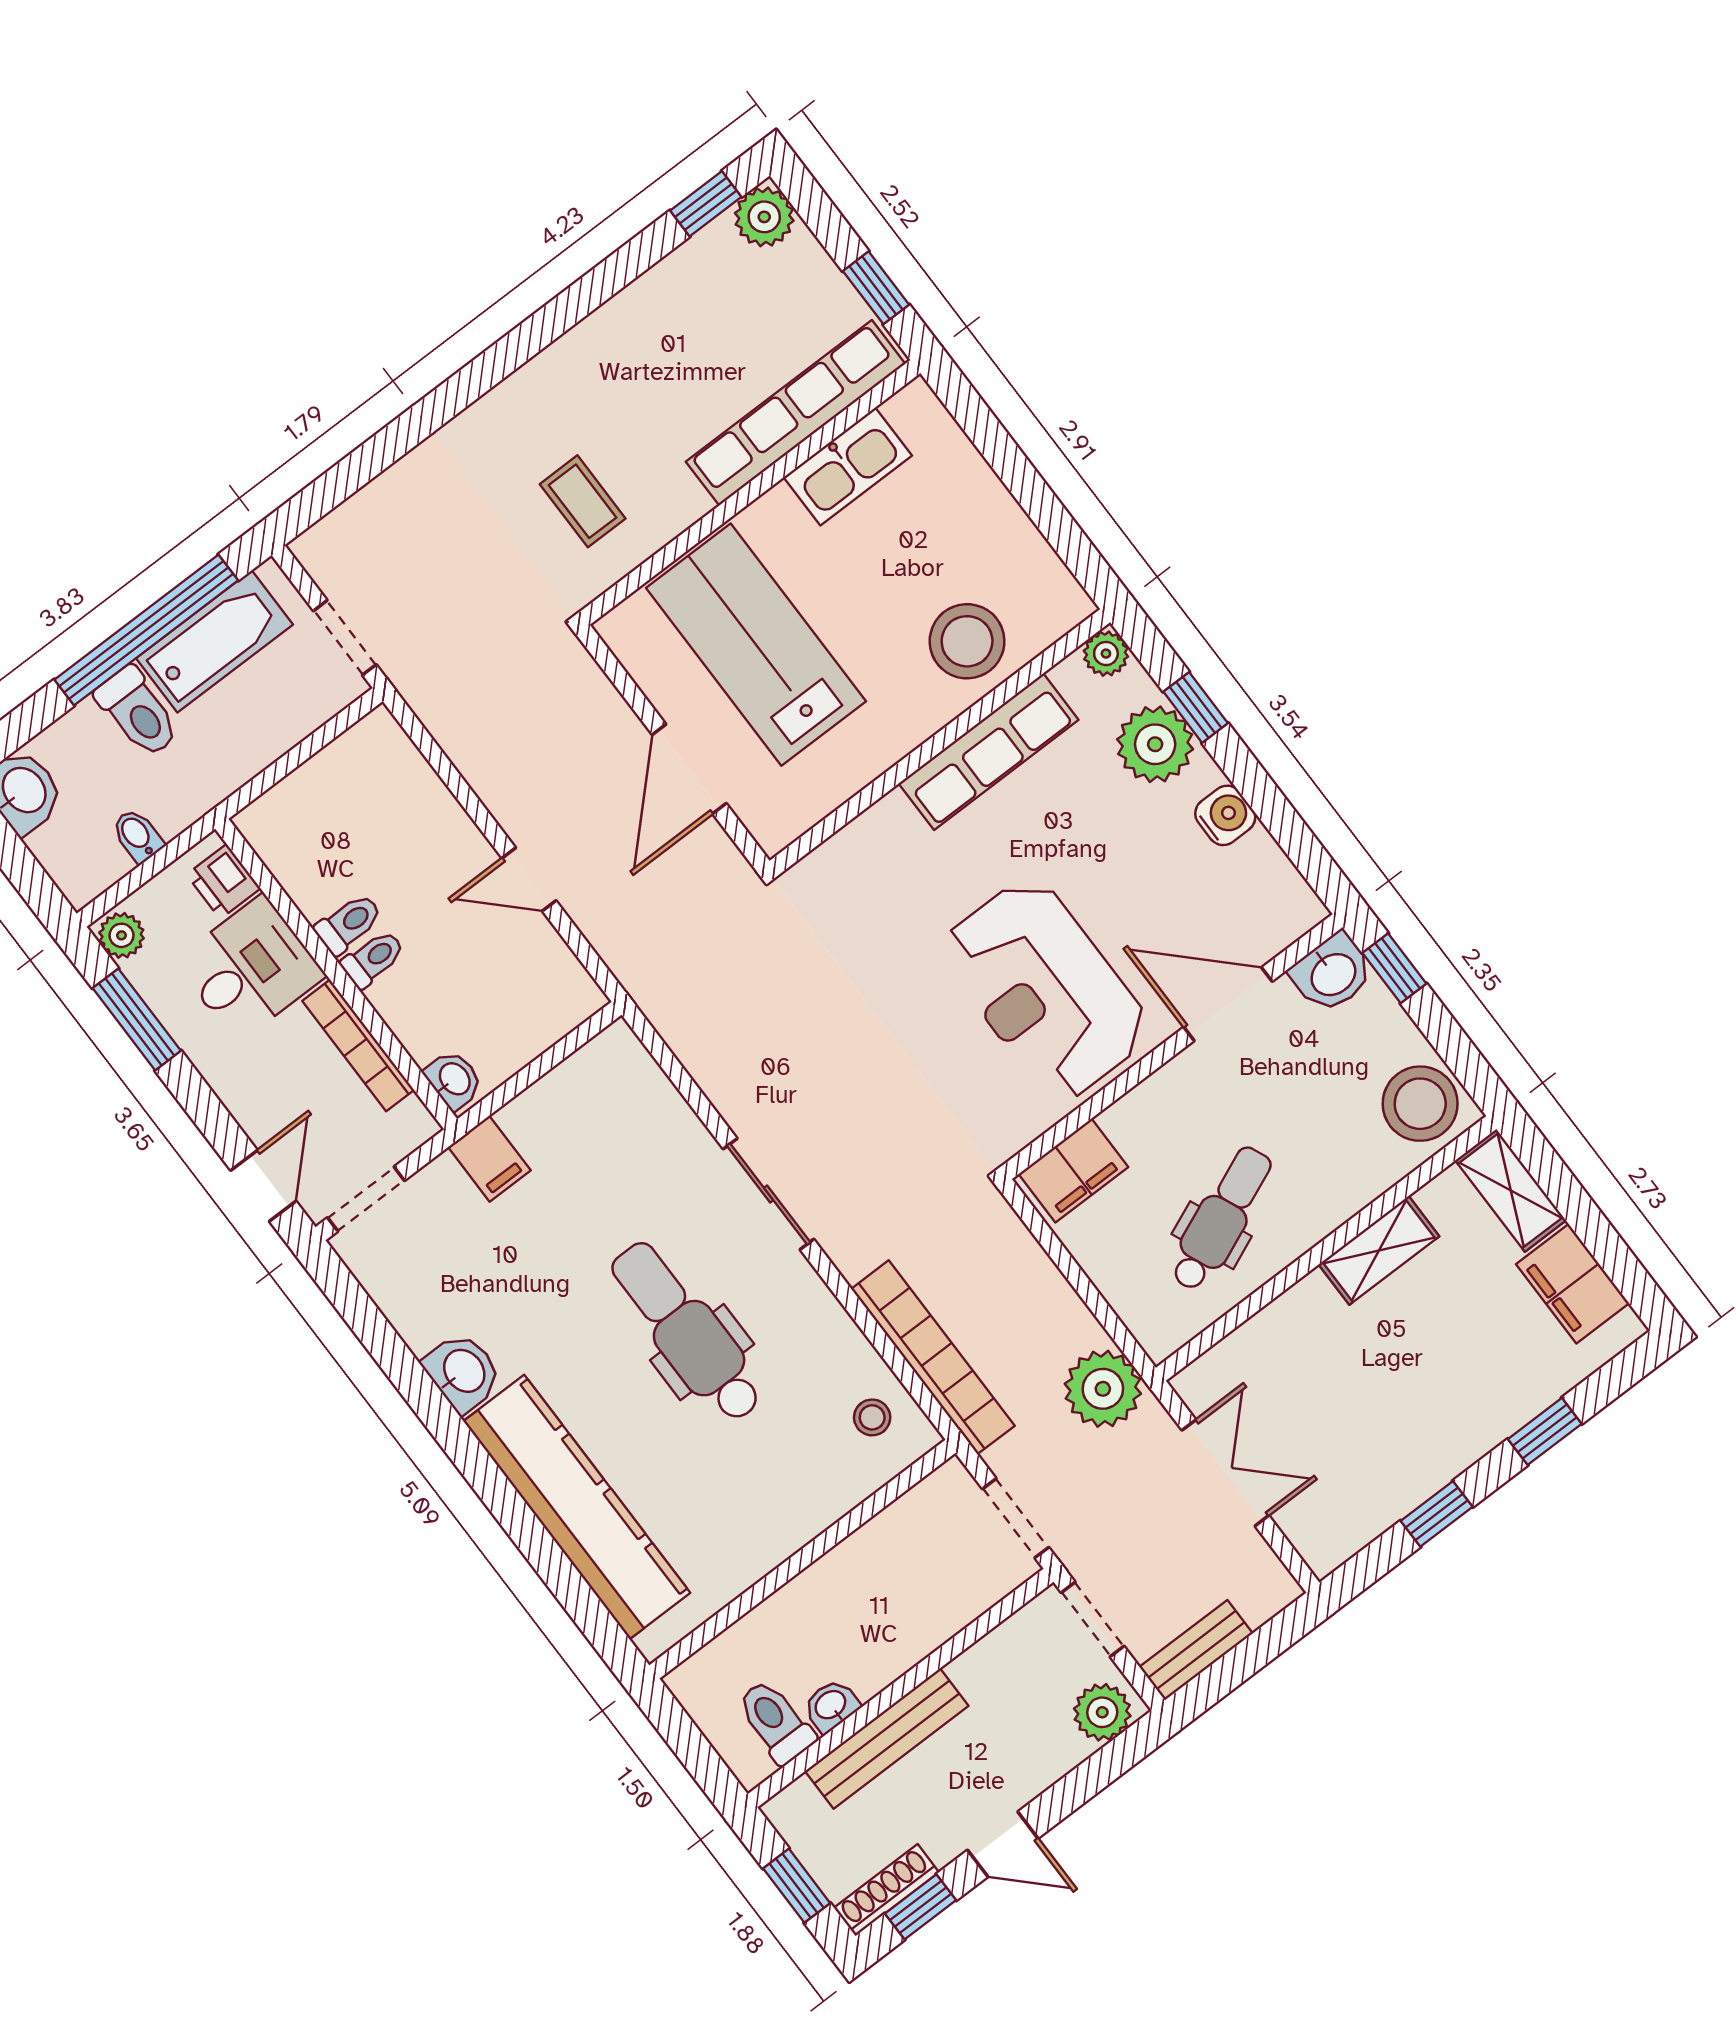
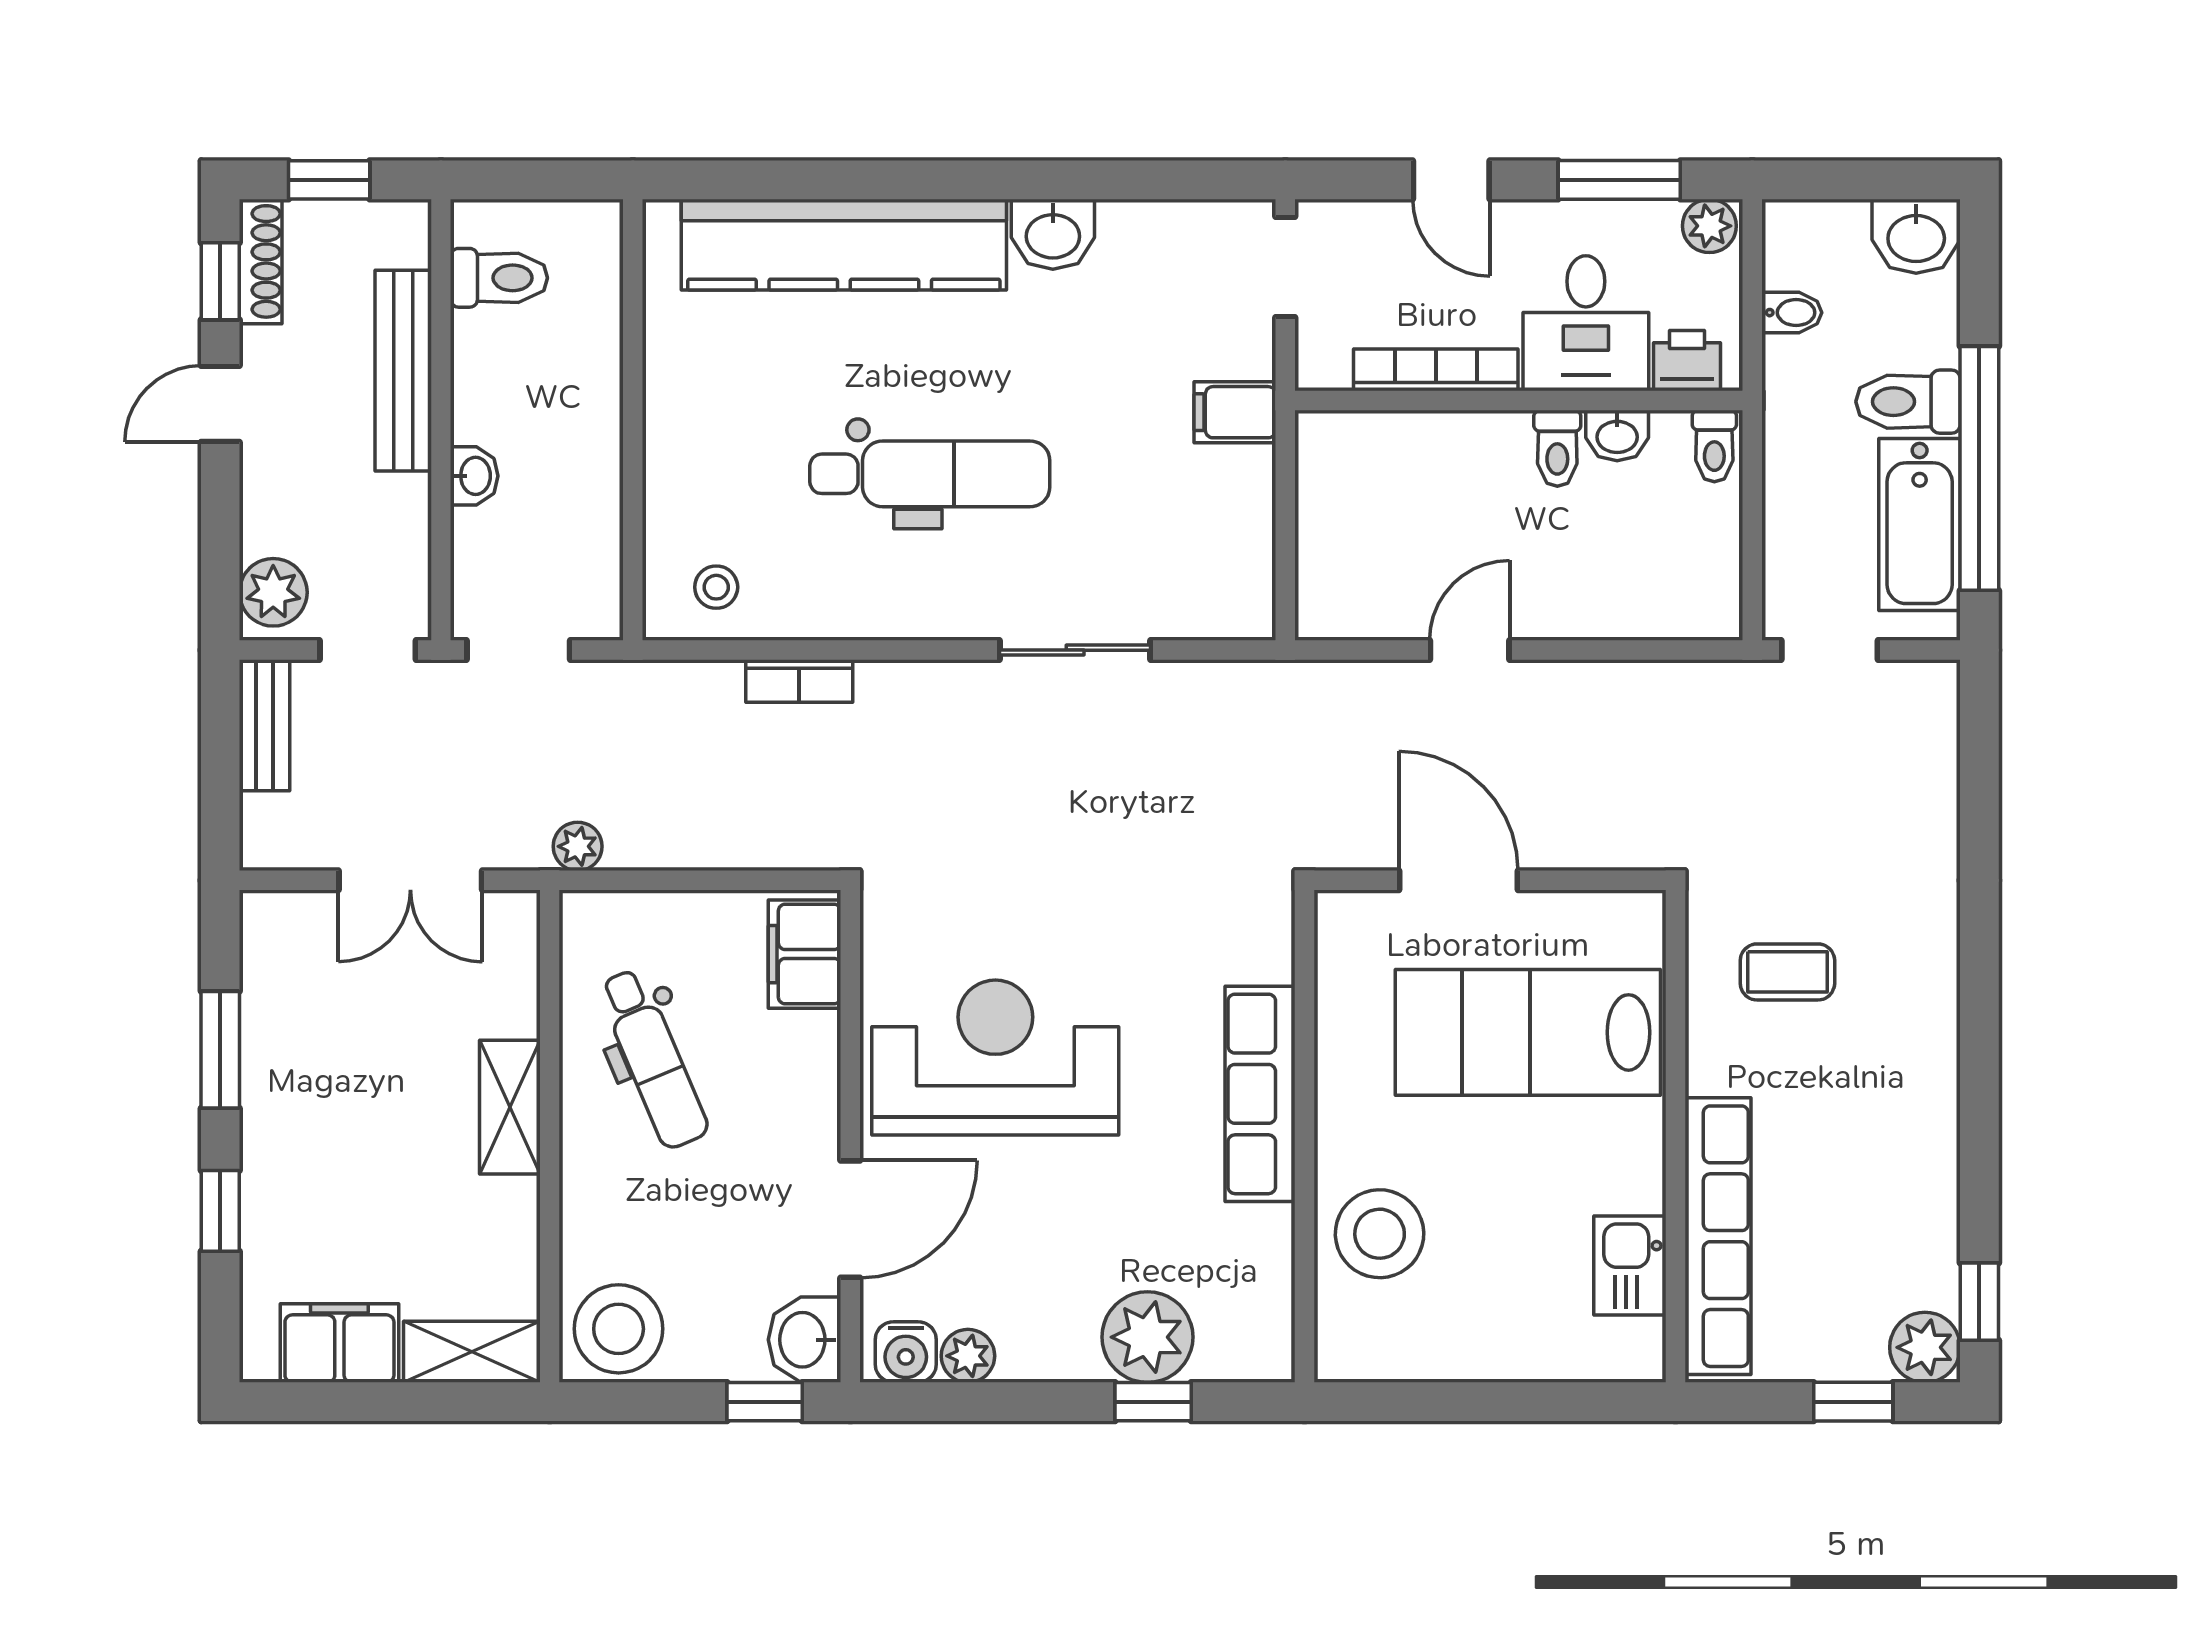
window: (876, 288) -> (1853, 1402), moved
kitchen sink: (848, 466) -> (1630, 1265), width x0.73
lab bench: (756, 645) -> (1528, 1032), turned 180
plant: (1106, 654) -> (968, 1356), moved
row of seats: (989, 752) -> (1260, 1094), moved
water cooler: (1225, 815) -> (906, 1352), moved
toilet: (373, 959) -> (1714, 446), moved
washbasin: (454, 1080) -> (1617, 435), moved
door: (263, 1186) -> (1451, 180), moved
sliding door: (769, 1194) -> (1075, 650), moved
shelving: (1379, 1250) -> (510, 1107), moved
bookcase: (933, 1357) -> (799, 681), width x0.43, depth x0.76
plant: (1103, 1389) -> (578, 846), width x0.53, depth x0.53
window: (1437, 1514) -> (220, 1050), width x1.50
washbasin: (831, 1706) -> (474, 476), moved

